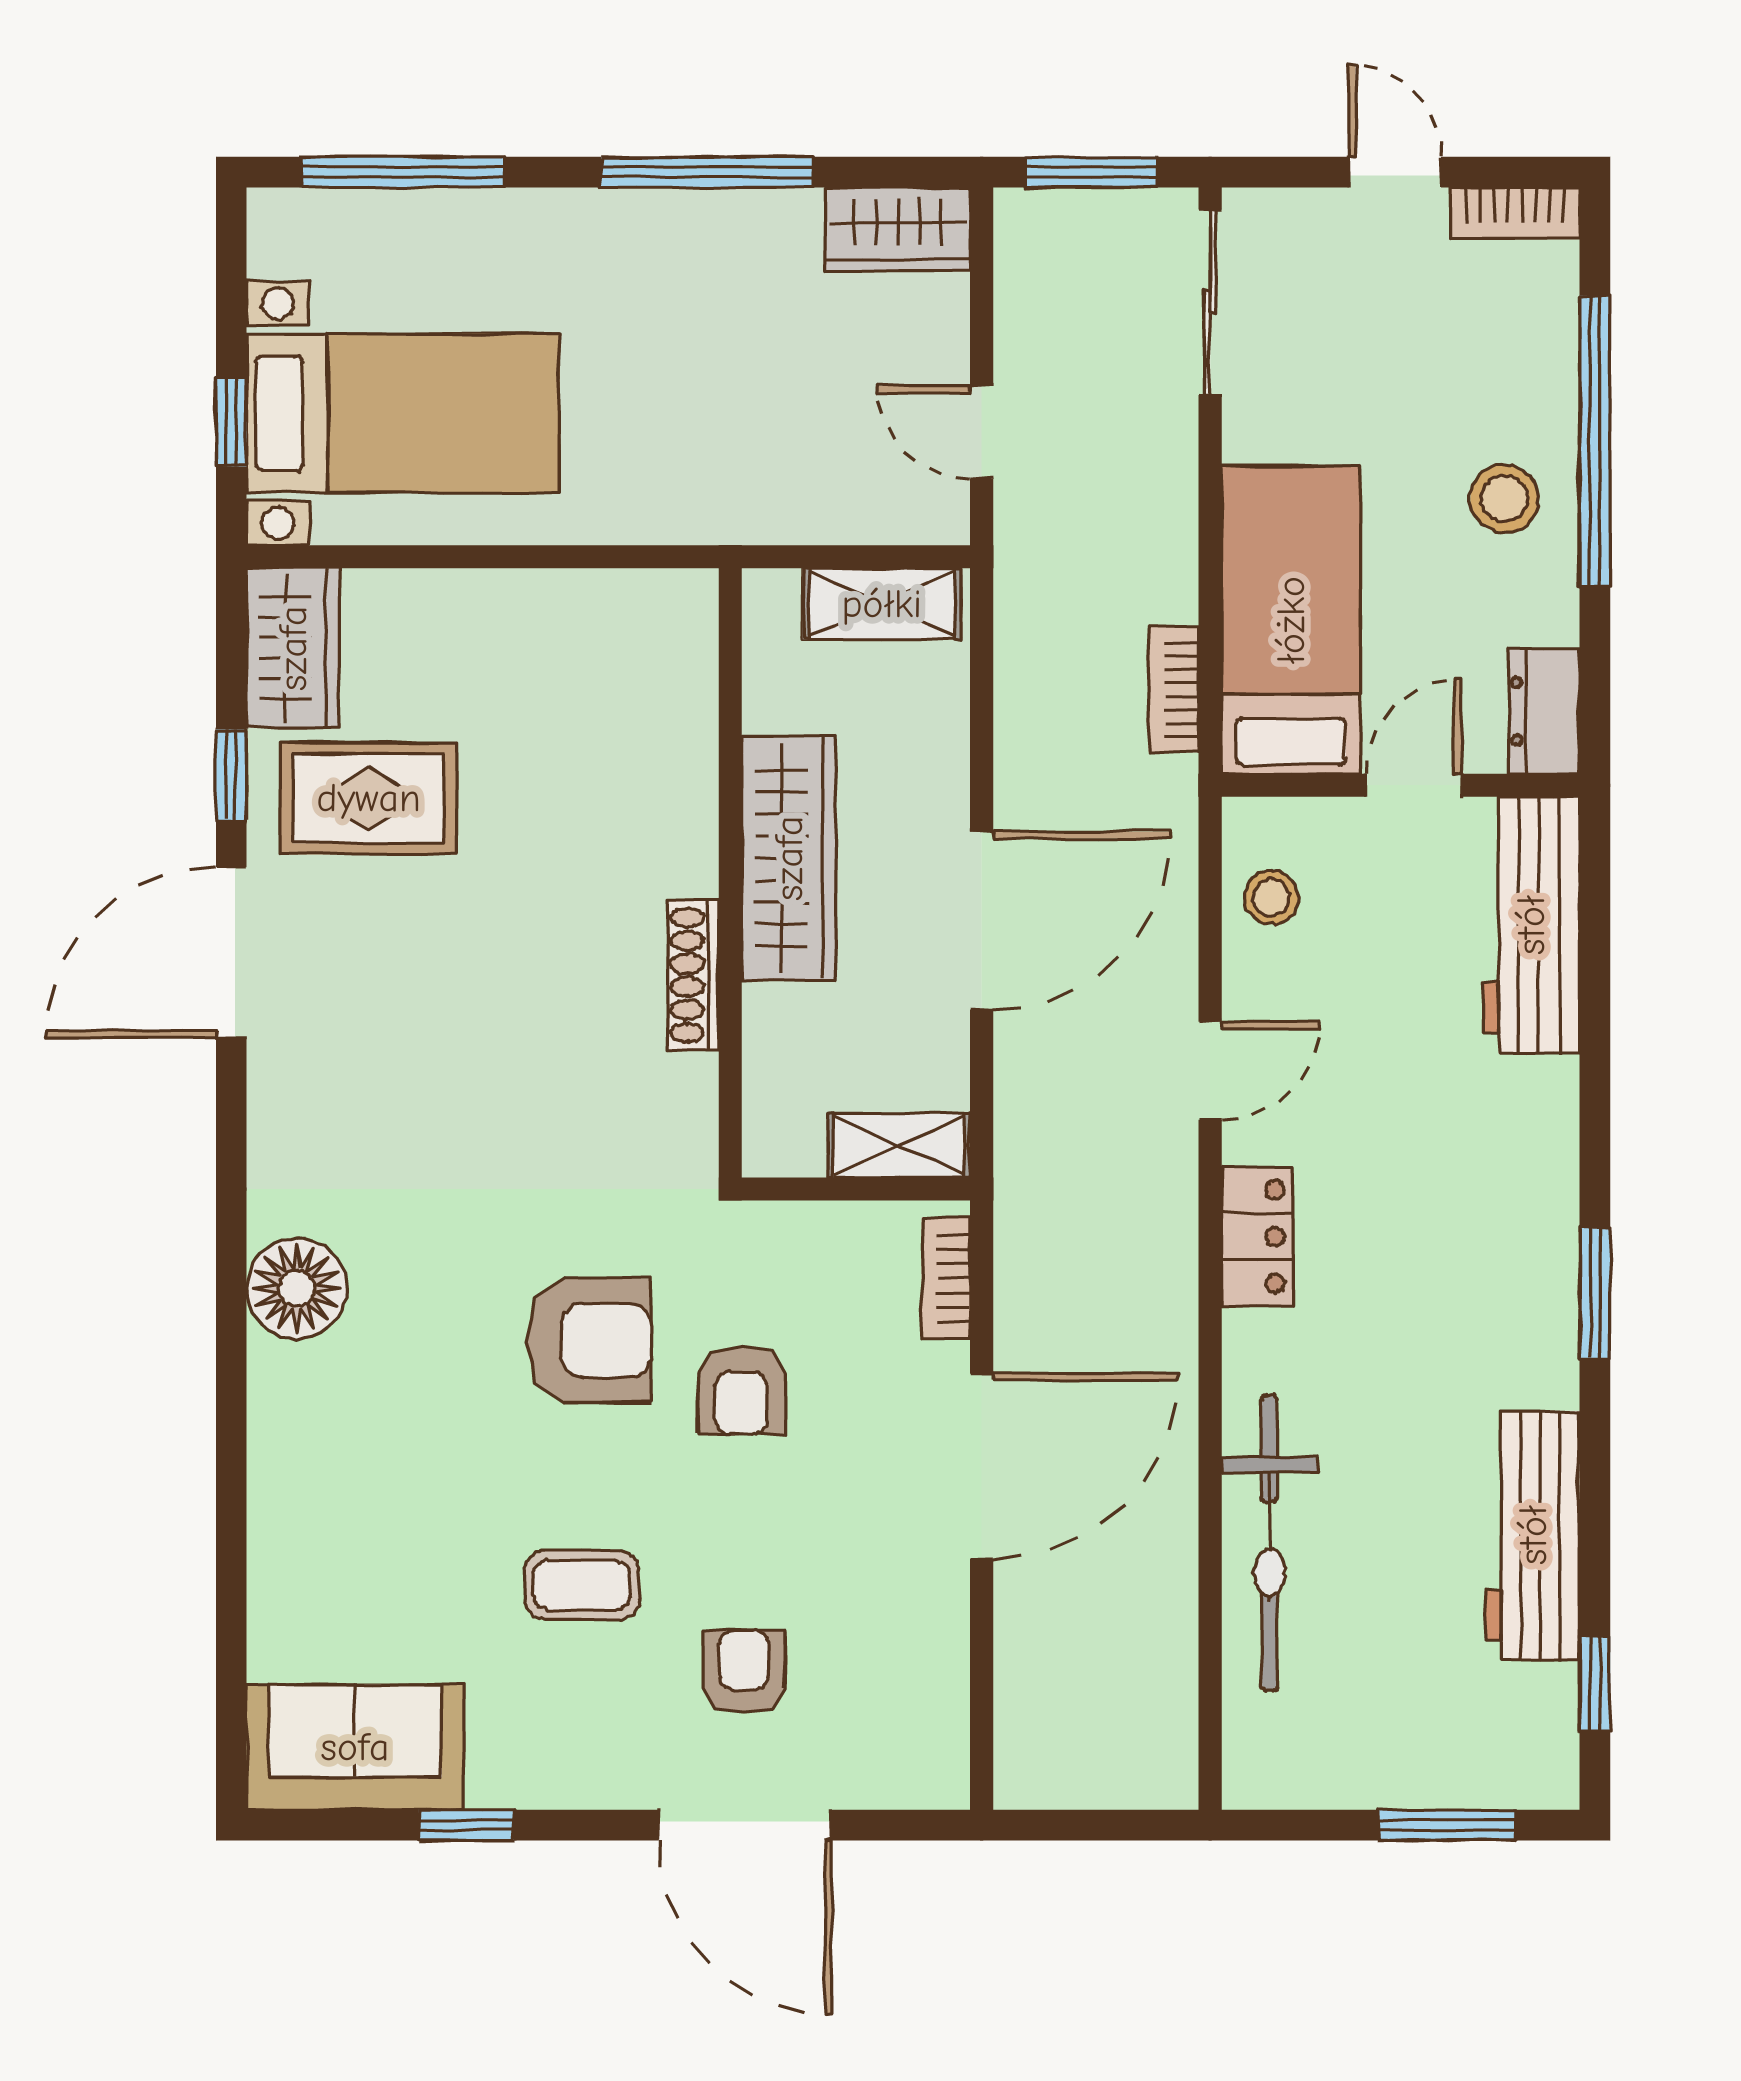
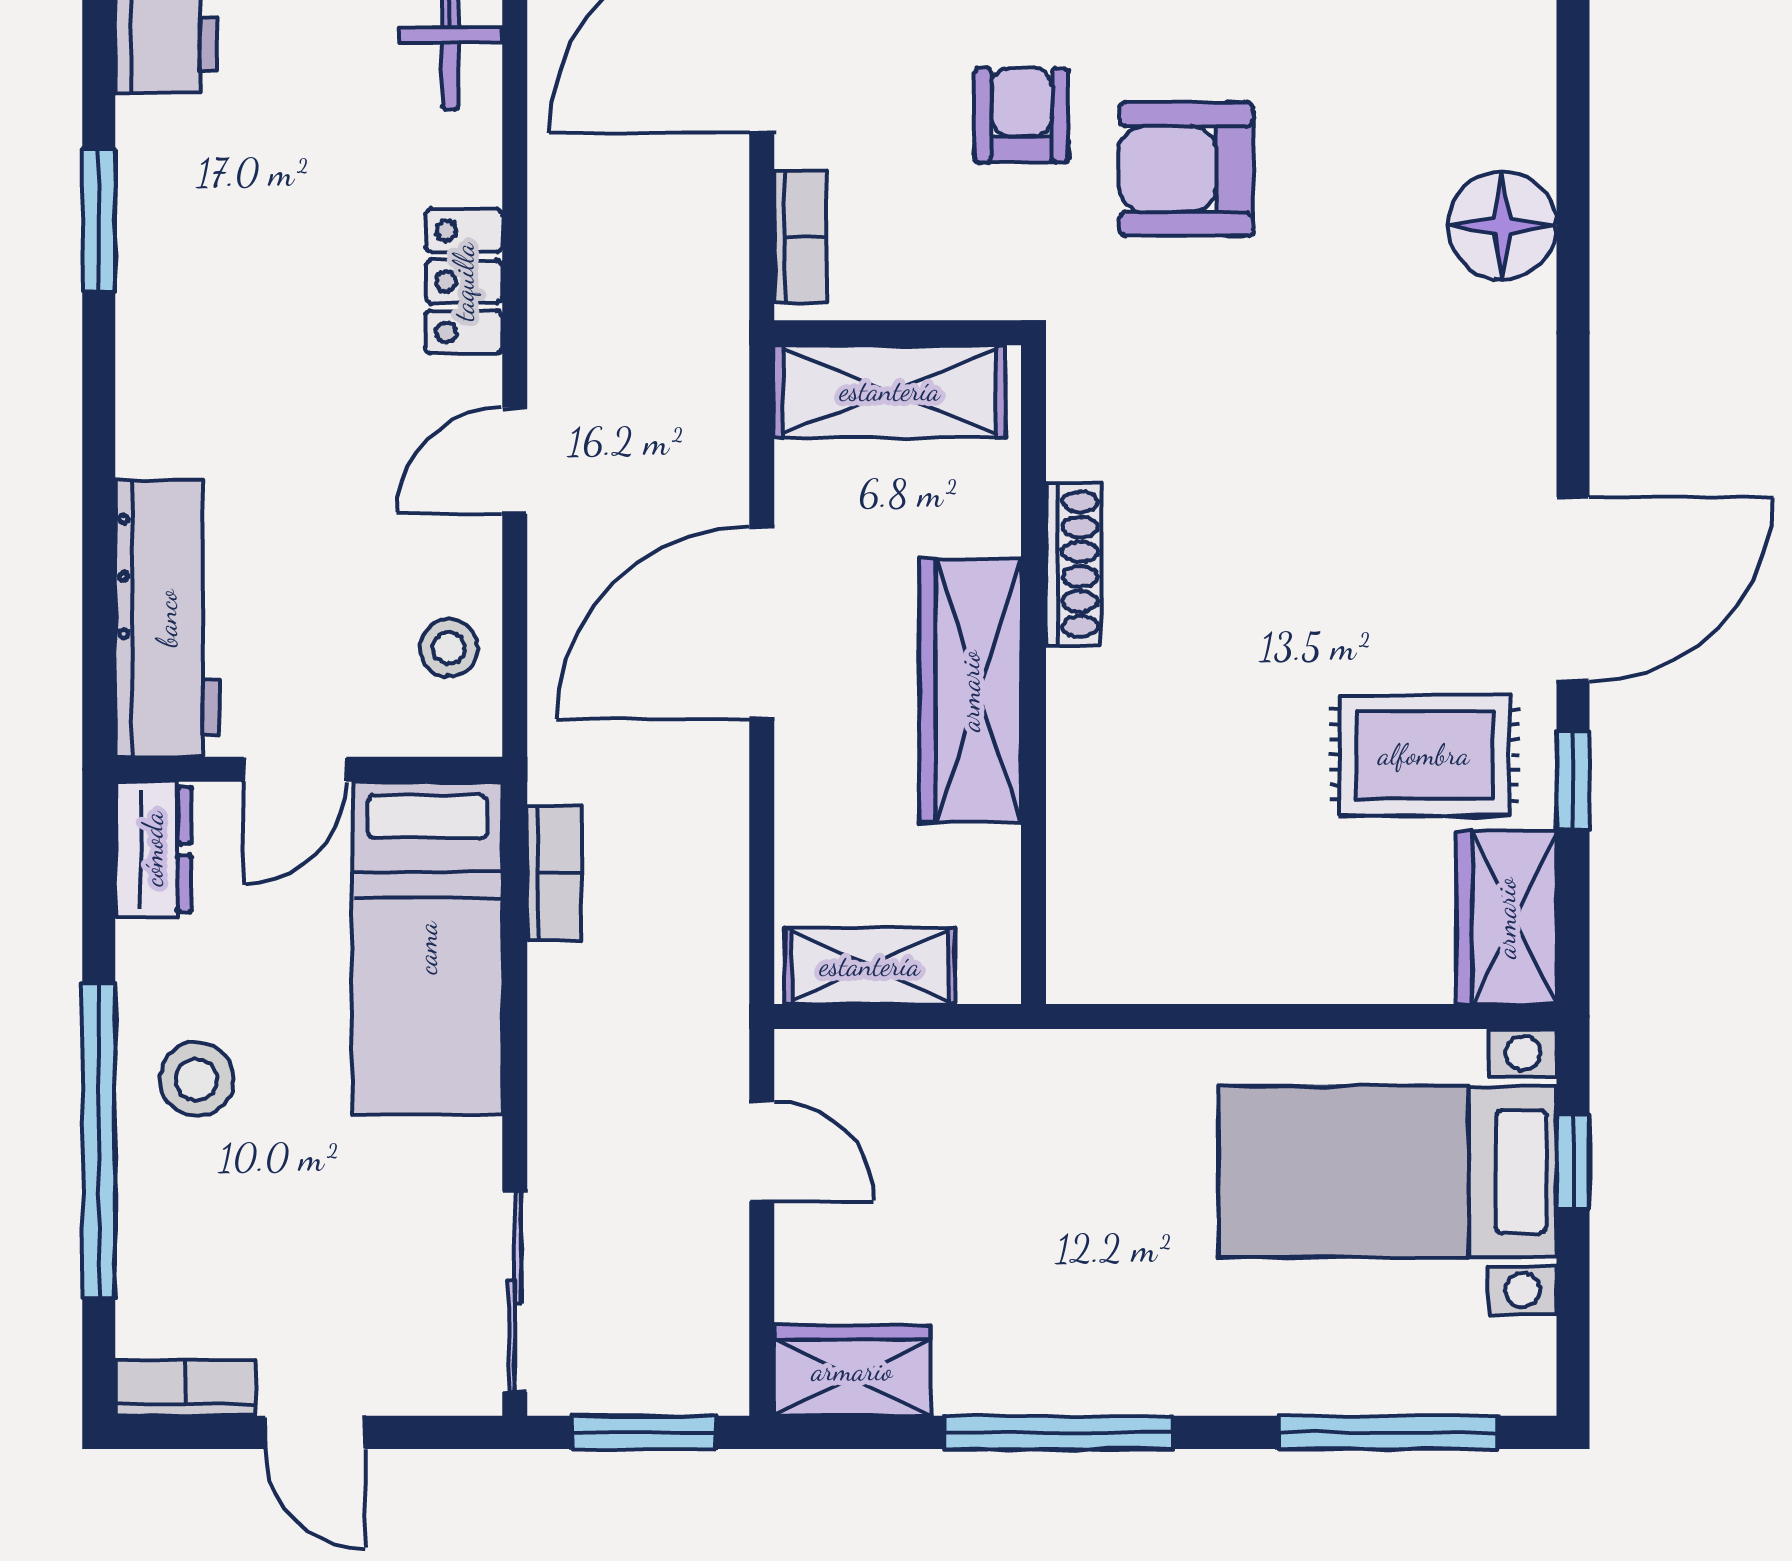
shelving: (899, 1146) -> (890, 391), width x1.50, depth x1.33

